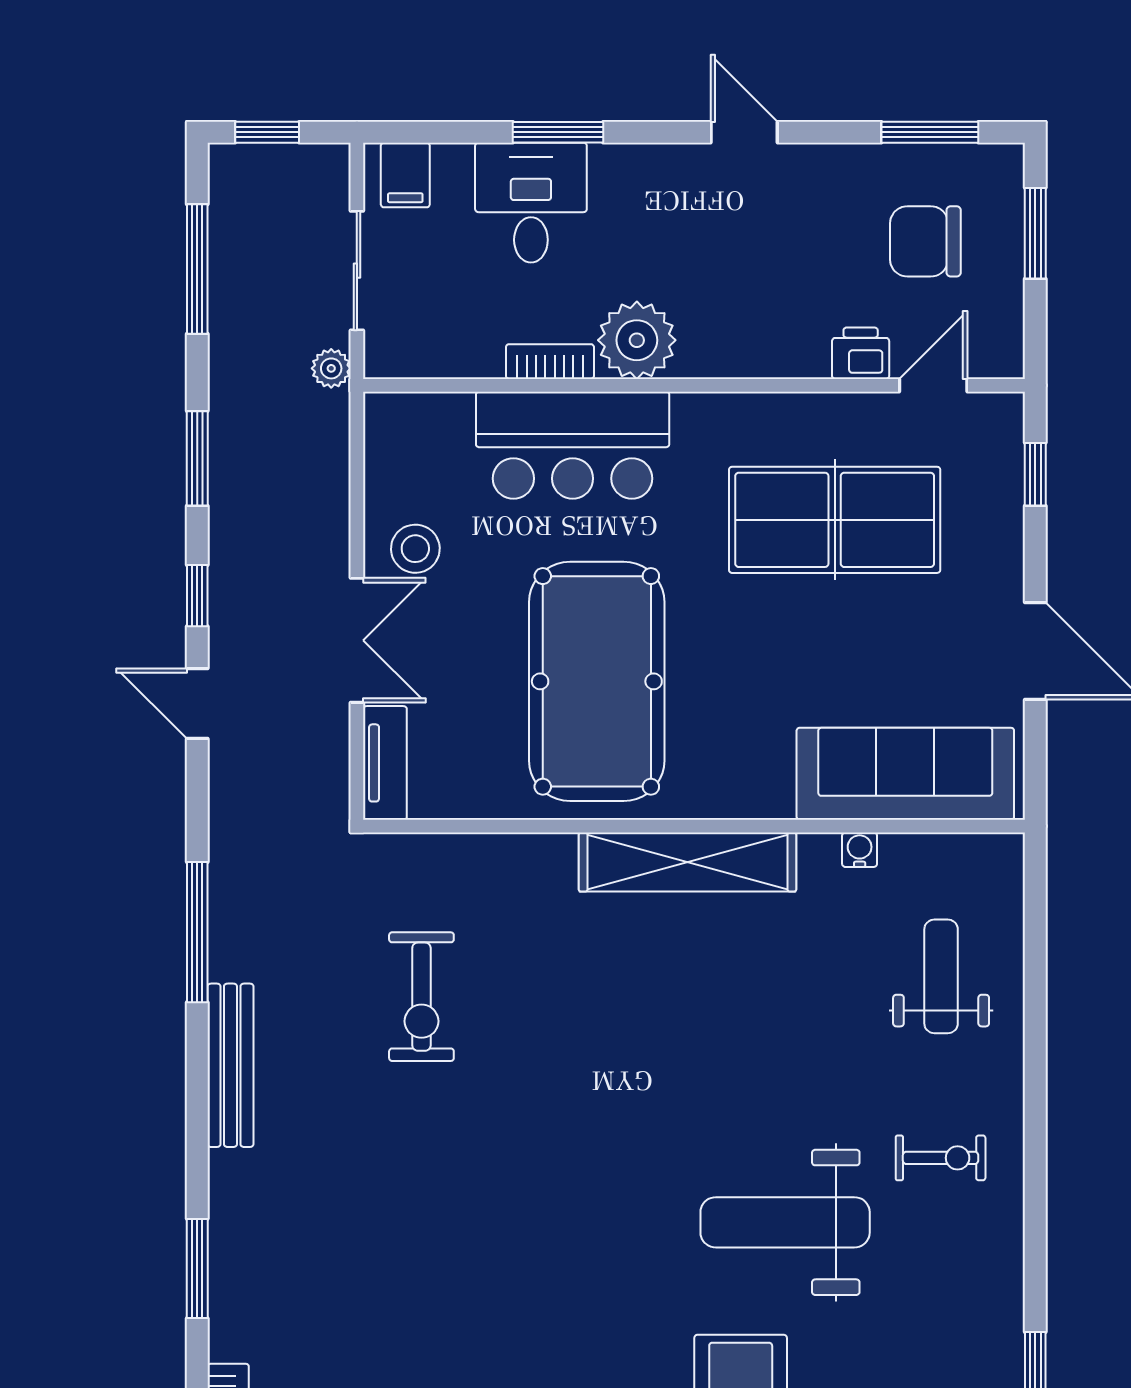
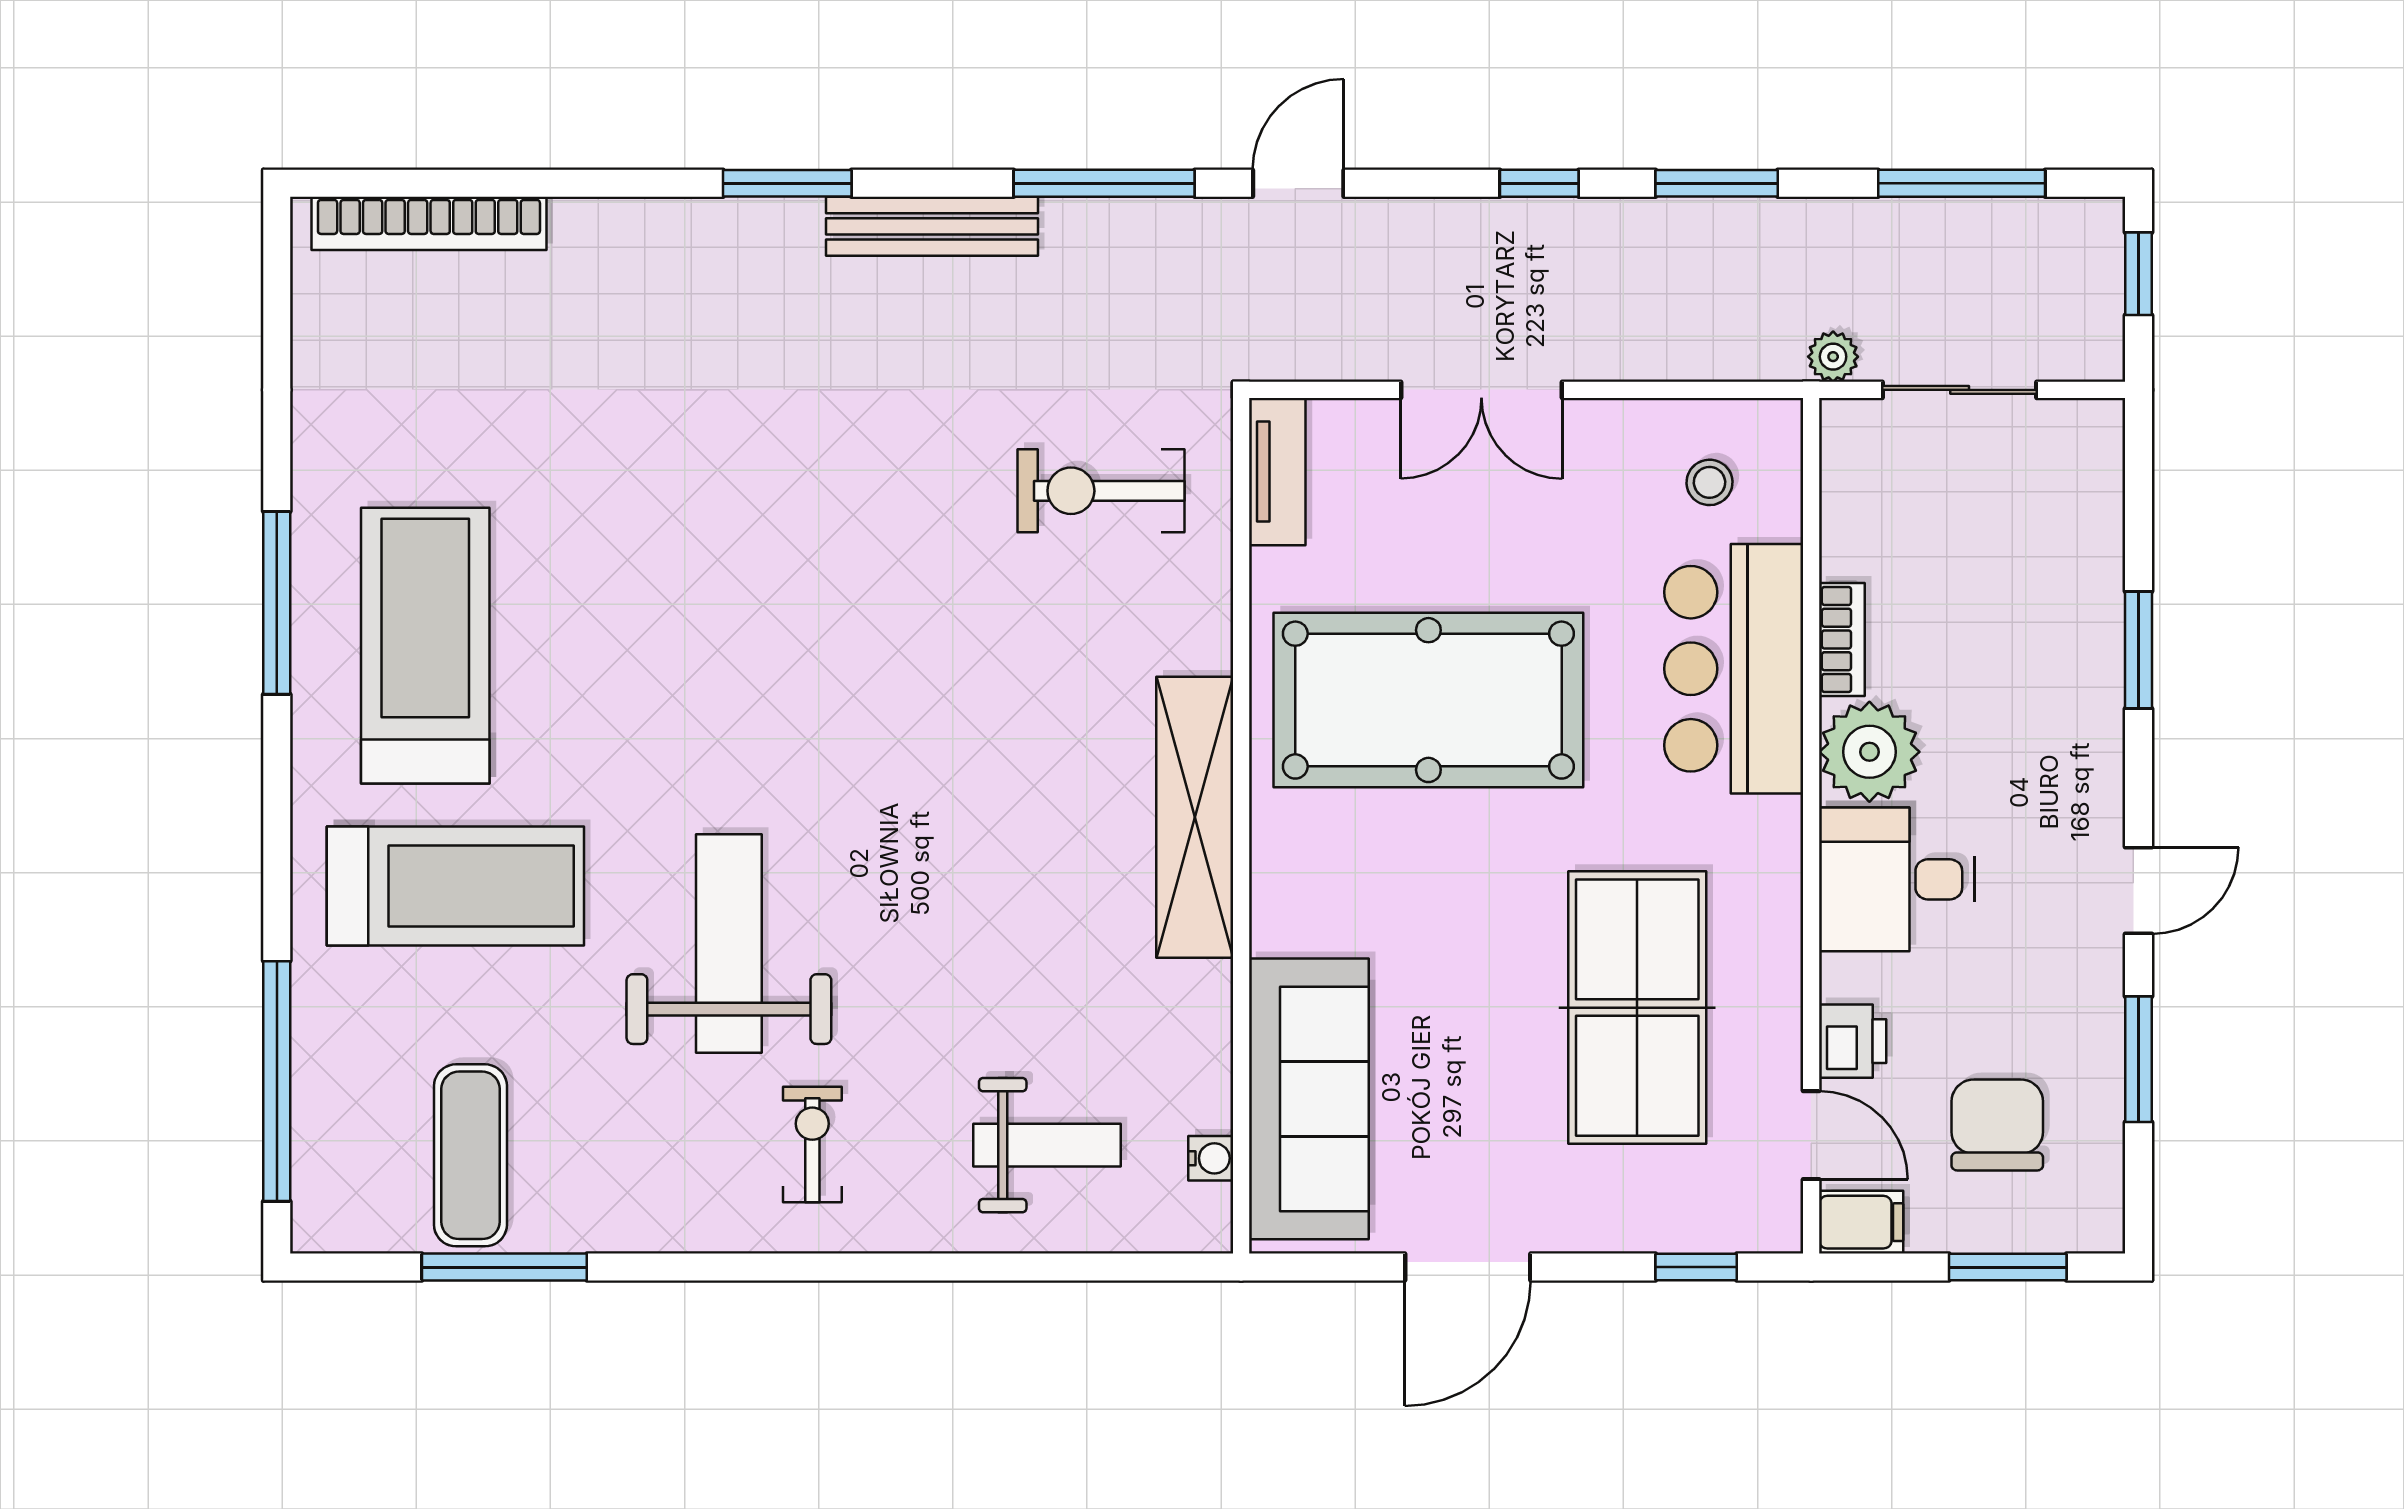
window: (930, 132) -> (2138, 1059), moved
filing cabinet: (405, 175) -> (1861, 1222), moved, turned 180
desk: (531, 203) -> (1897, 879), moved, turned 180
stool: (415, 549) -> (1710, 482), moved, width x0.73, depth x0.73
door: (197, 703) -> (1298, 183), moved
tv unit: (385, 763) -> (1277, 472), moved, turned -90
water cooler: (860, 850) -> (1211, 1158), moved
exercise bike: (421, 997) -> (1101, 491), moved
exercise bike: (941, 1158) -> (812, 1144), turned 180
window: (197, 1268) -> (787, 183), moved

